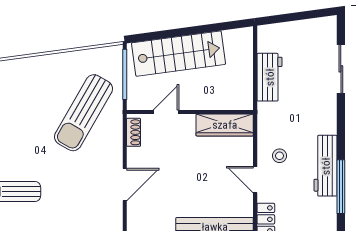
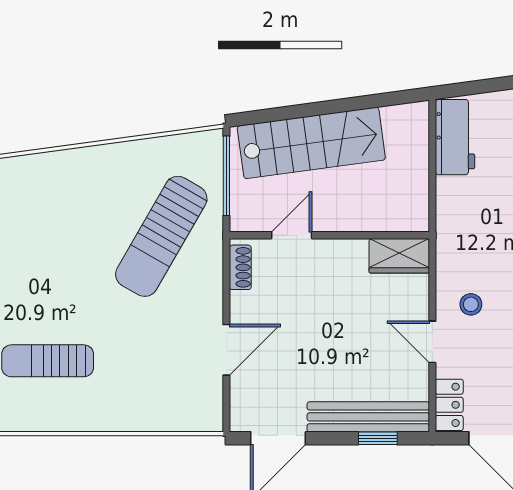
workbench: (270, 77) -> (455, 137), moved
wardrobe: (225, 125) -> (399, 256), width x0.67

